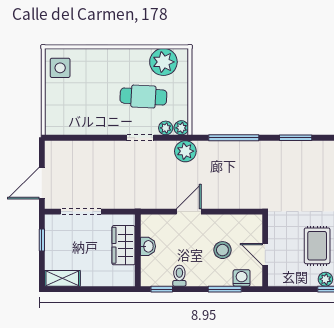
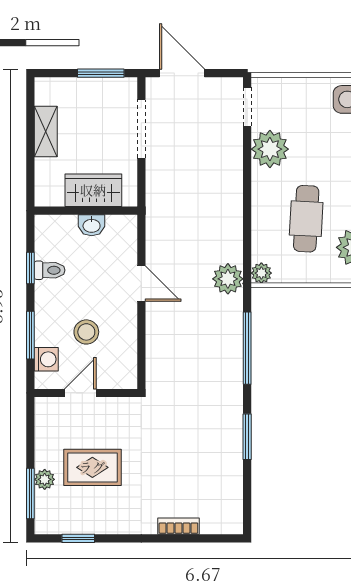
plant: (166, 128) -> (270, 149), moved, width x1.87, depth x1.87
doorway: (140, 138) -> (247, 107), moved
window: (42, 240) -> (101, 73), width x1.50
shelving: (62, 278) -> (46, 131), moved
window: (162, 289) -> (30, 268), moved

